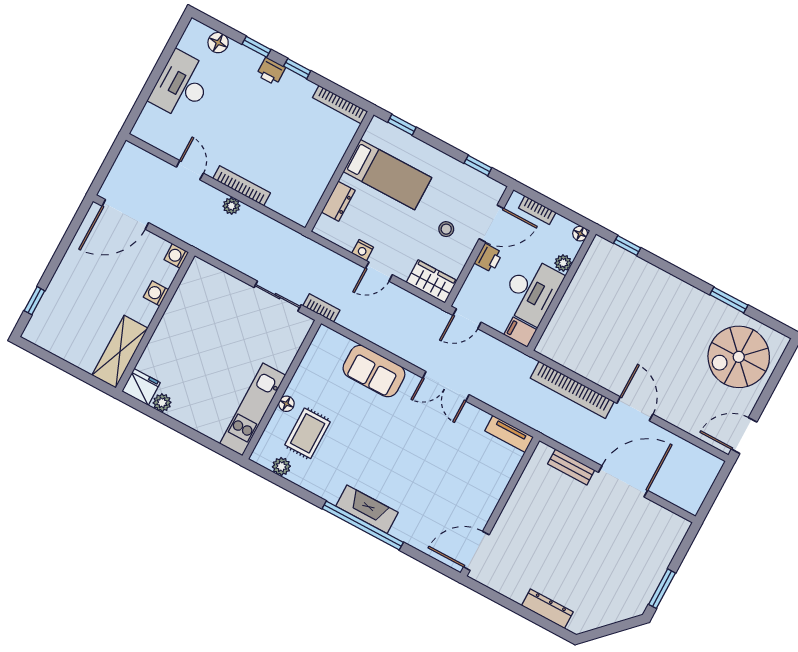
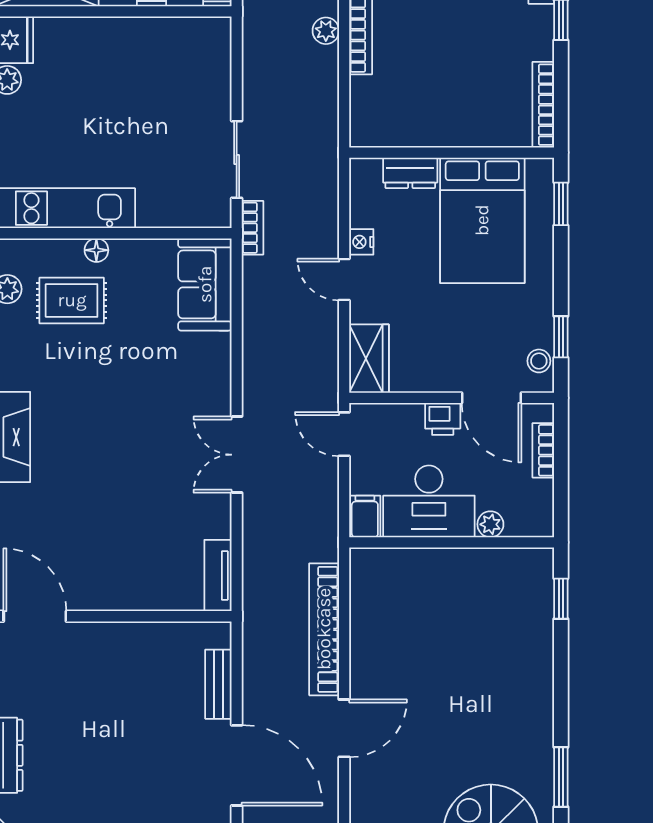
bed: (387, 175) -> (482, 220), width x1.50
stool: (446, 229) -> (539, 361), moved
floor lamp: (580, 234) -> (543, 526), removed
sofa: (374, 371) -> (205, 284), moved

